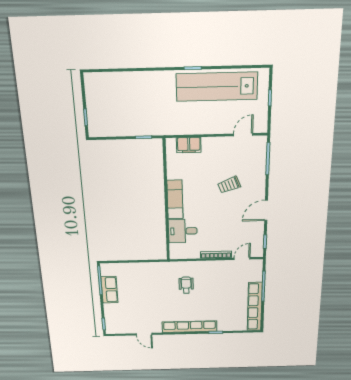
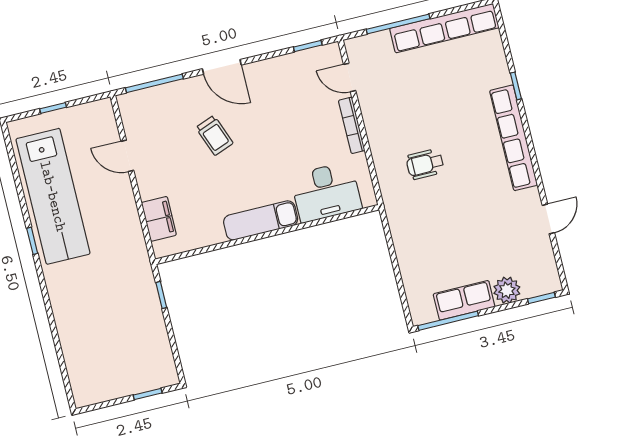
door: (243, 135) -> (127, 156), moved
door: (266, 210) -> (222, 67), moved
desk: (183, 231) -> (326, 192), width x1.37
plant: (111, 310) -> (507, 290), added

